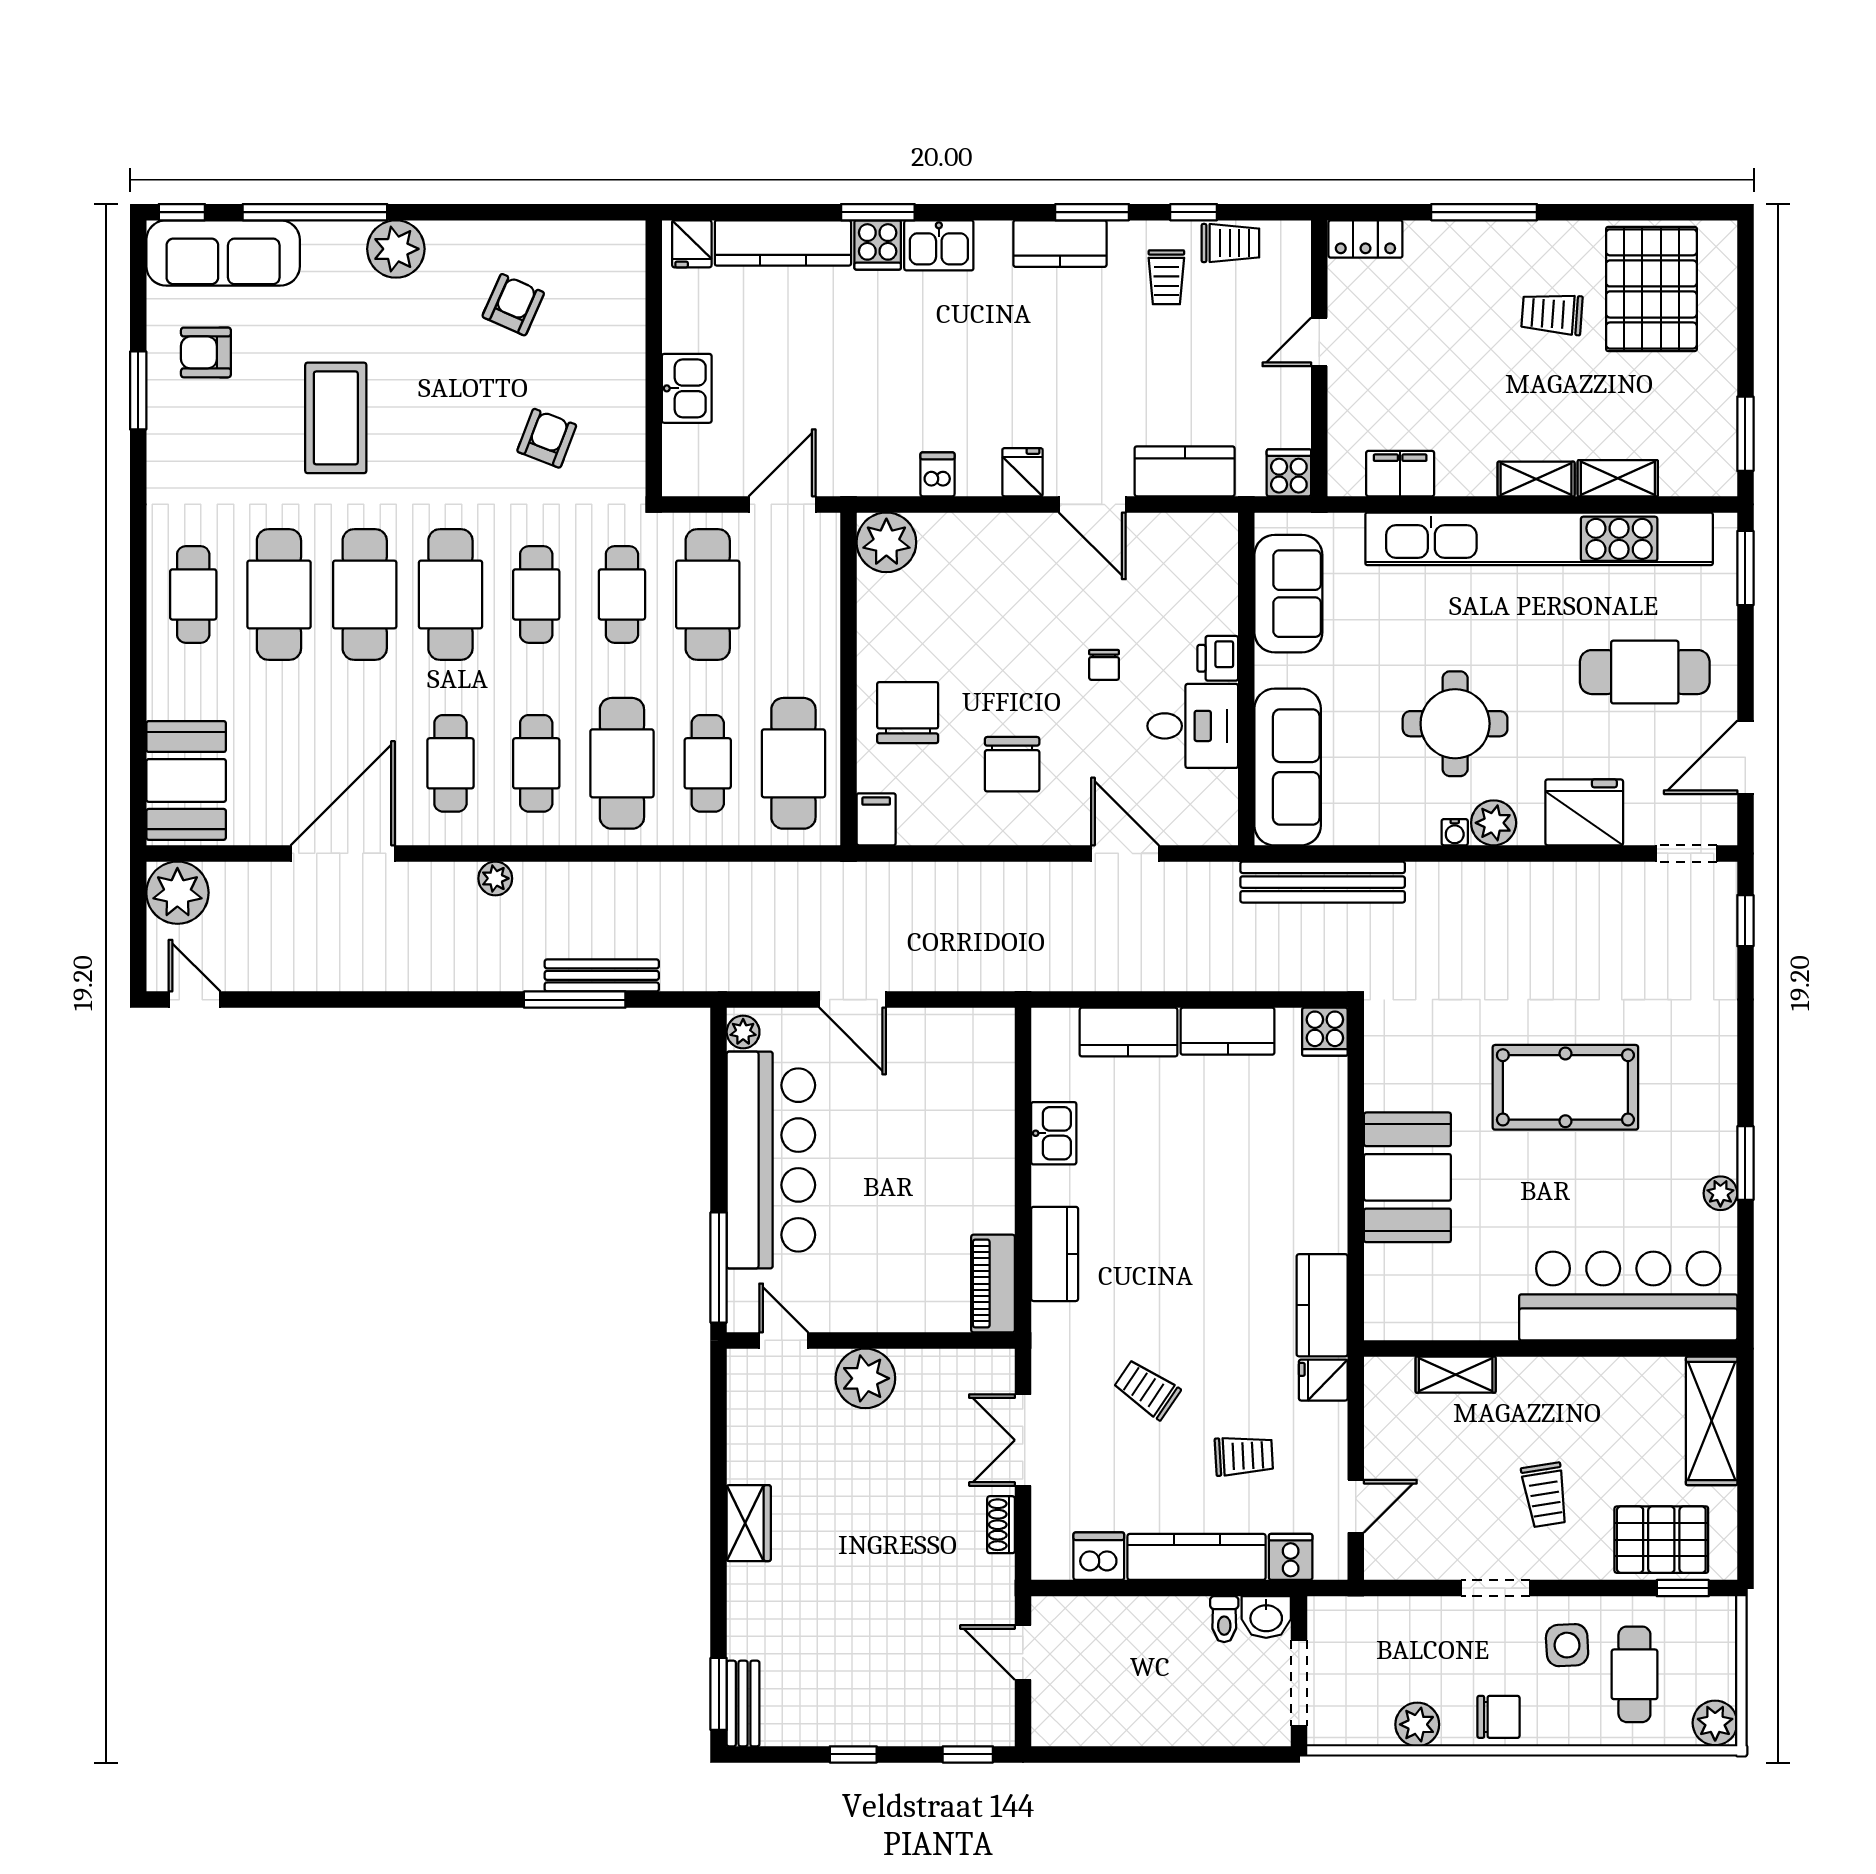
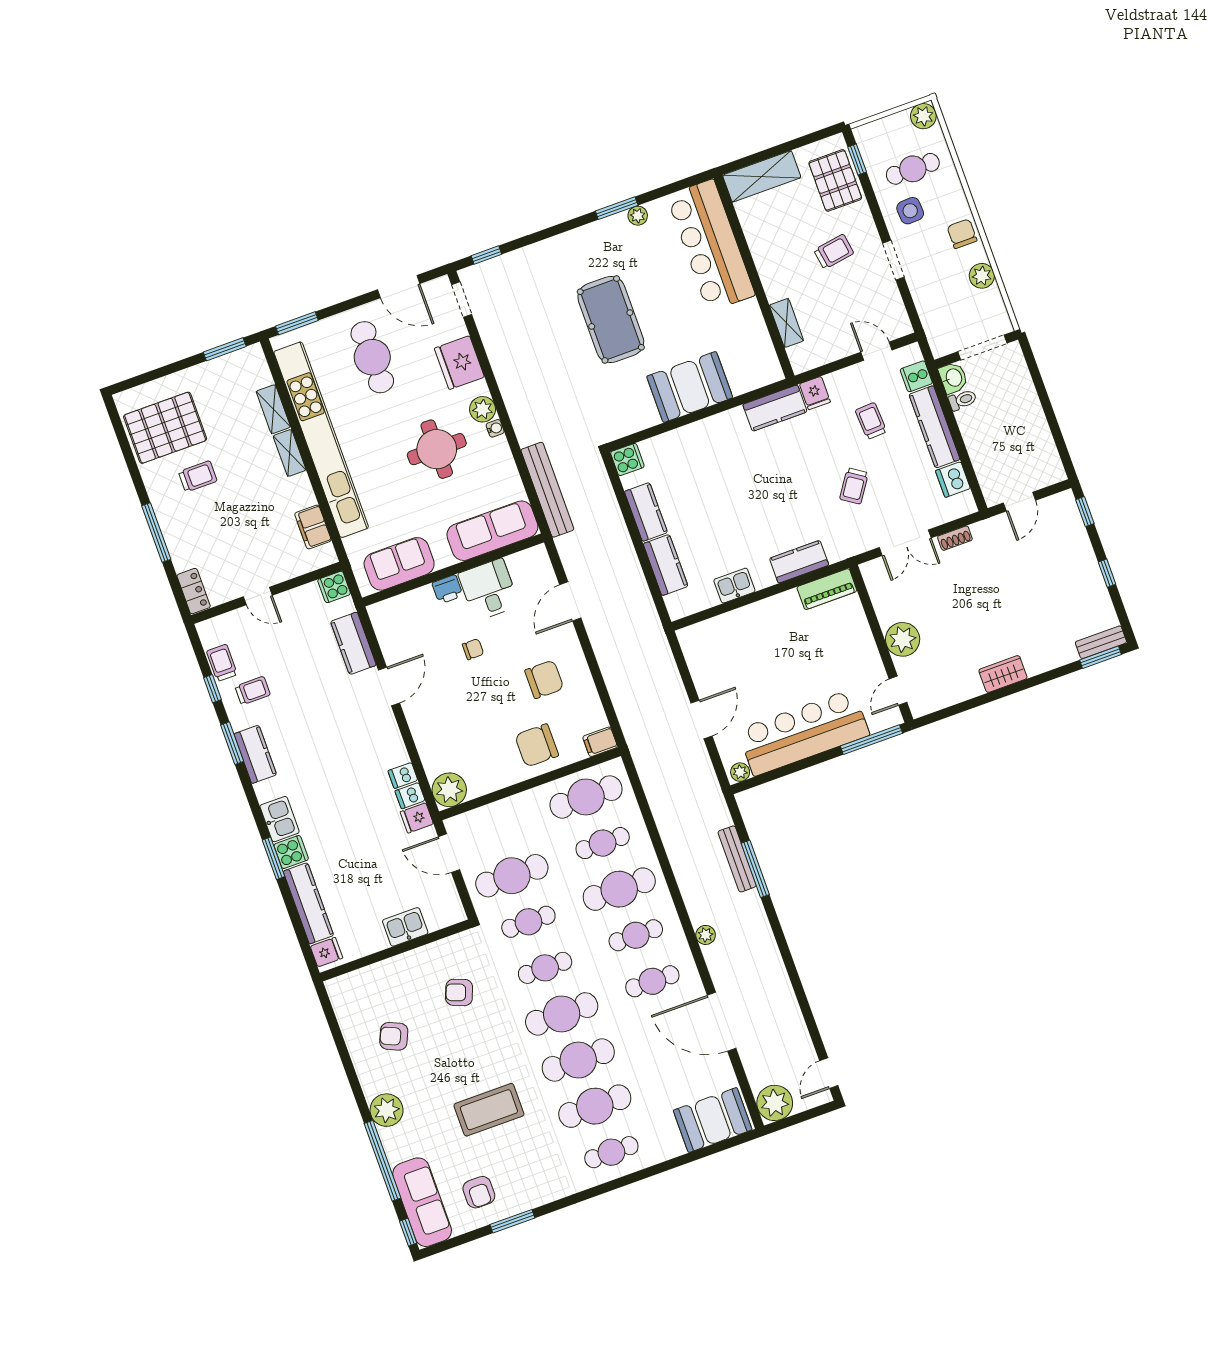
trolley: (1552, 314) -> (198, 476), turned -94
fridge: (1022, 472) -> (417, 818), moved
dishwasher: (900, 474) -> (410, 796), added

